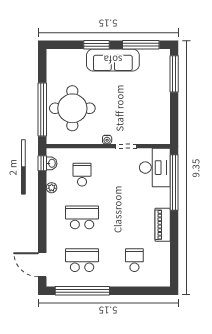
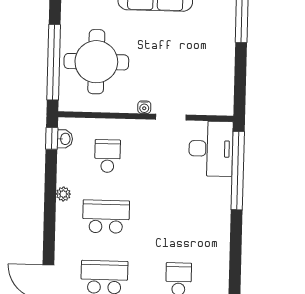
plant: (52, 188) -> (63, 194), moved
piano: (163, 225) -> (220, 230), removed

